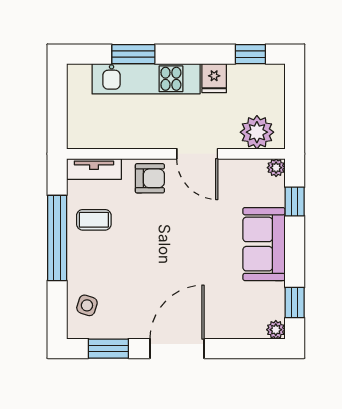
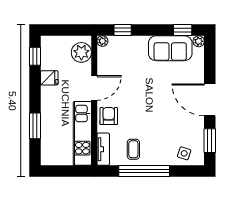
kitchen unit: (146, 79) -> (82, 133), moved, turned 180
sofa: (264, 244) -> (170, 48), moved

